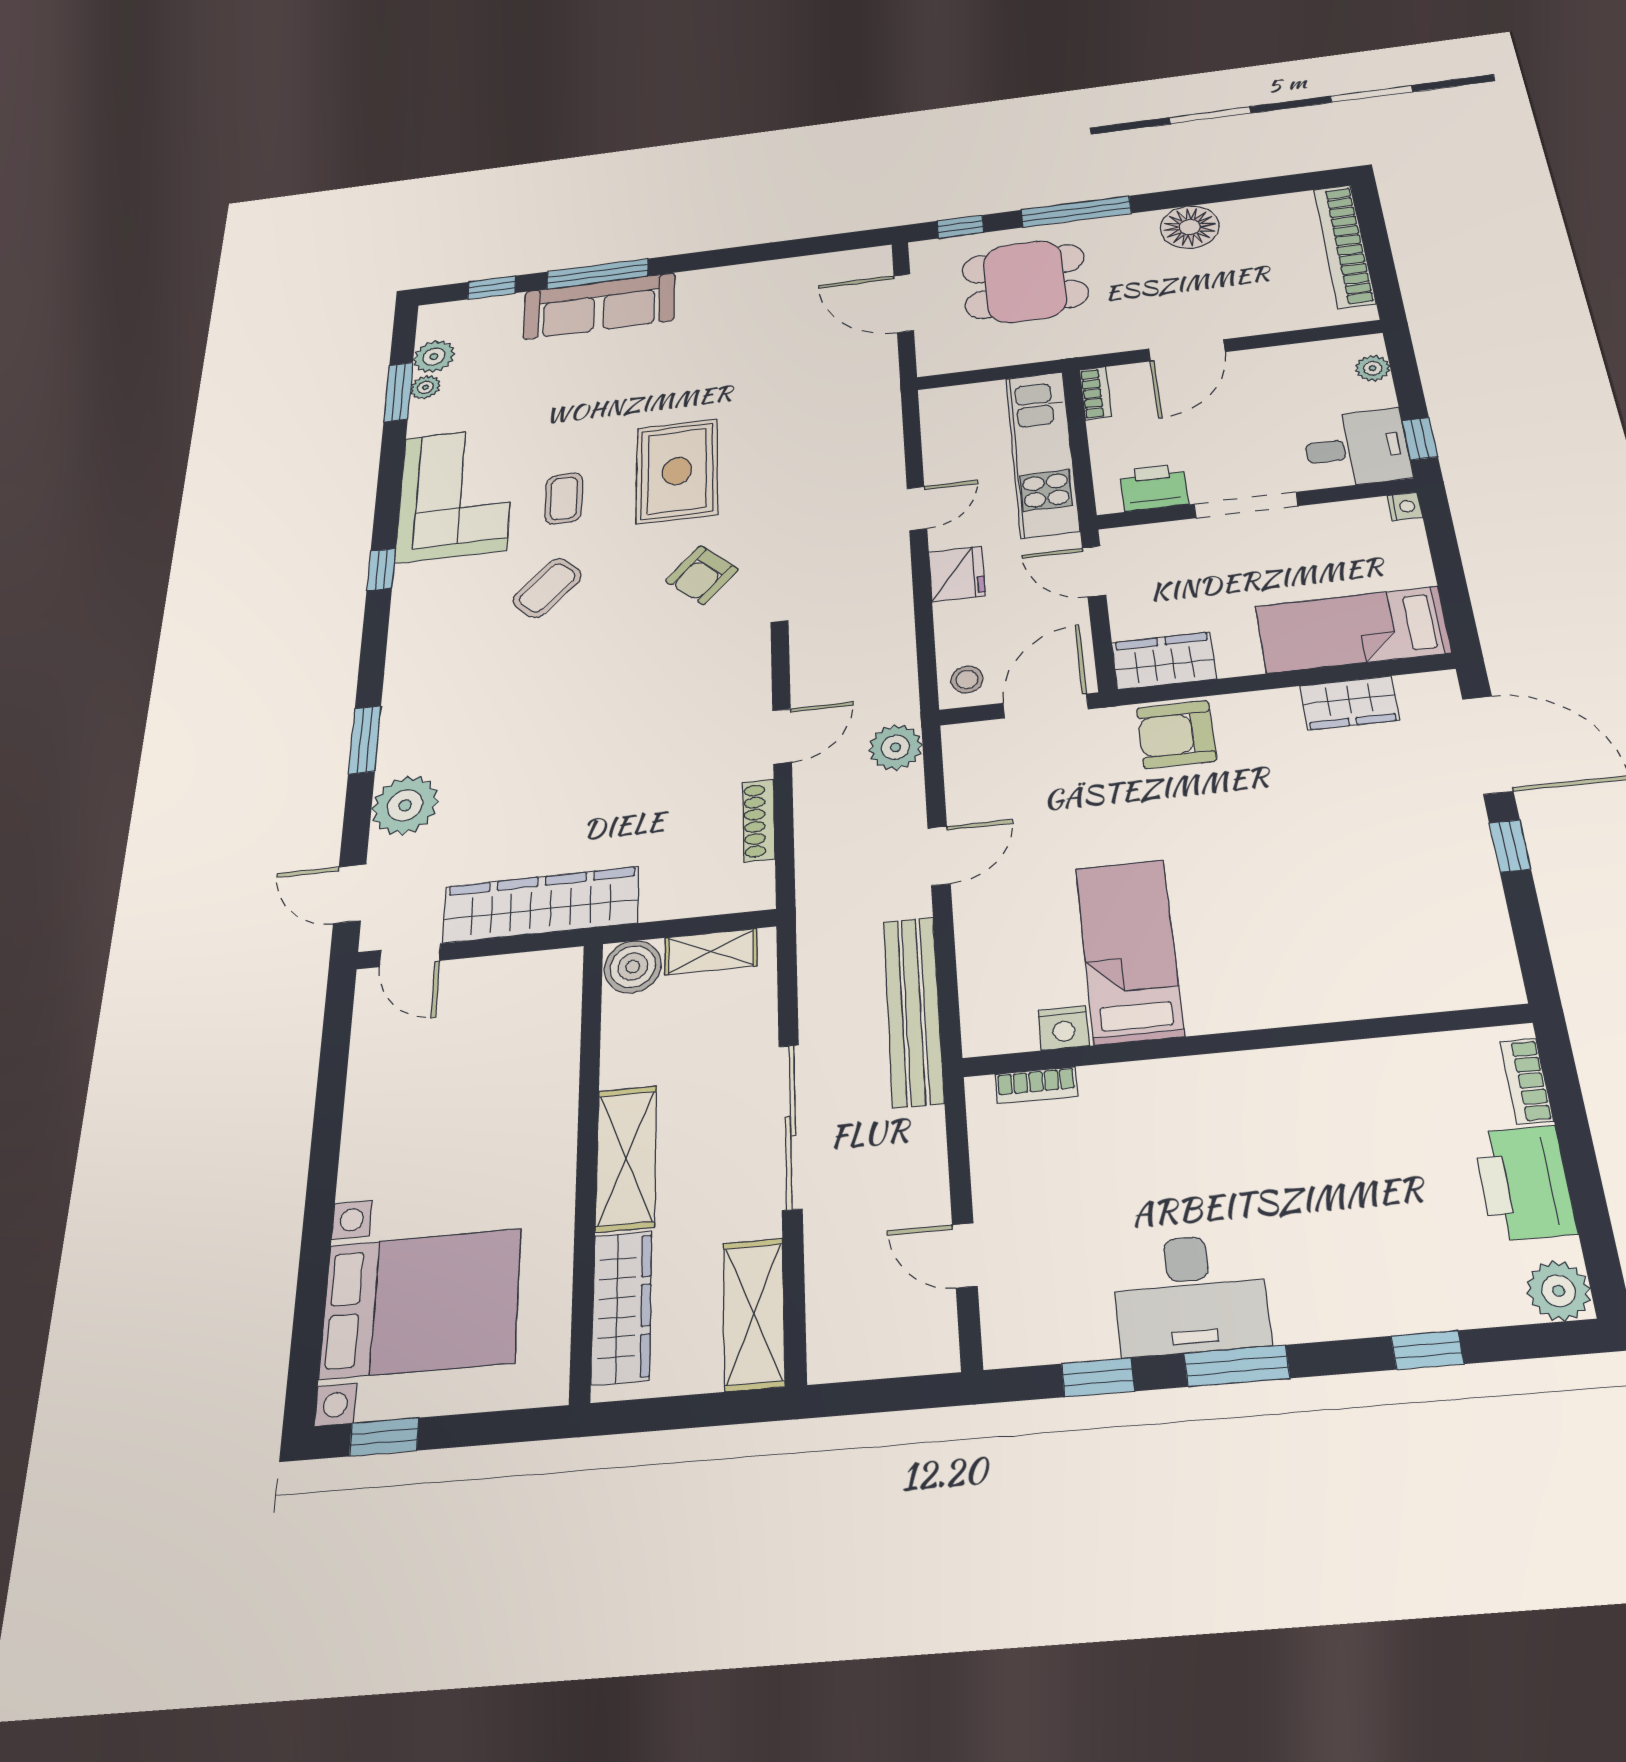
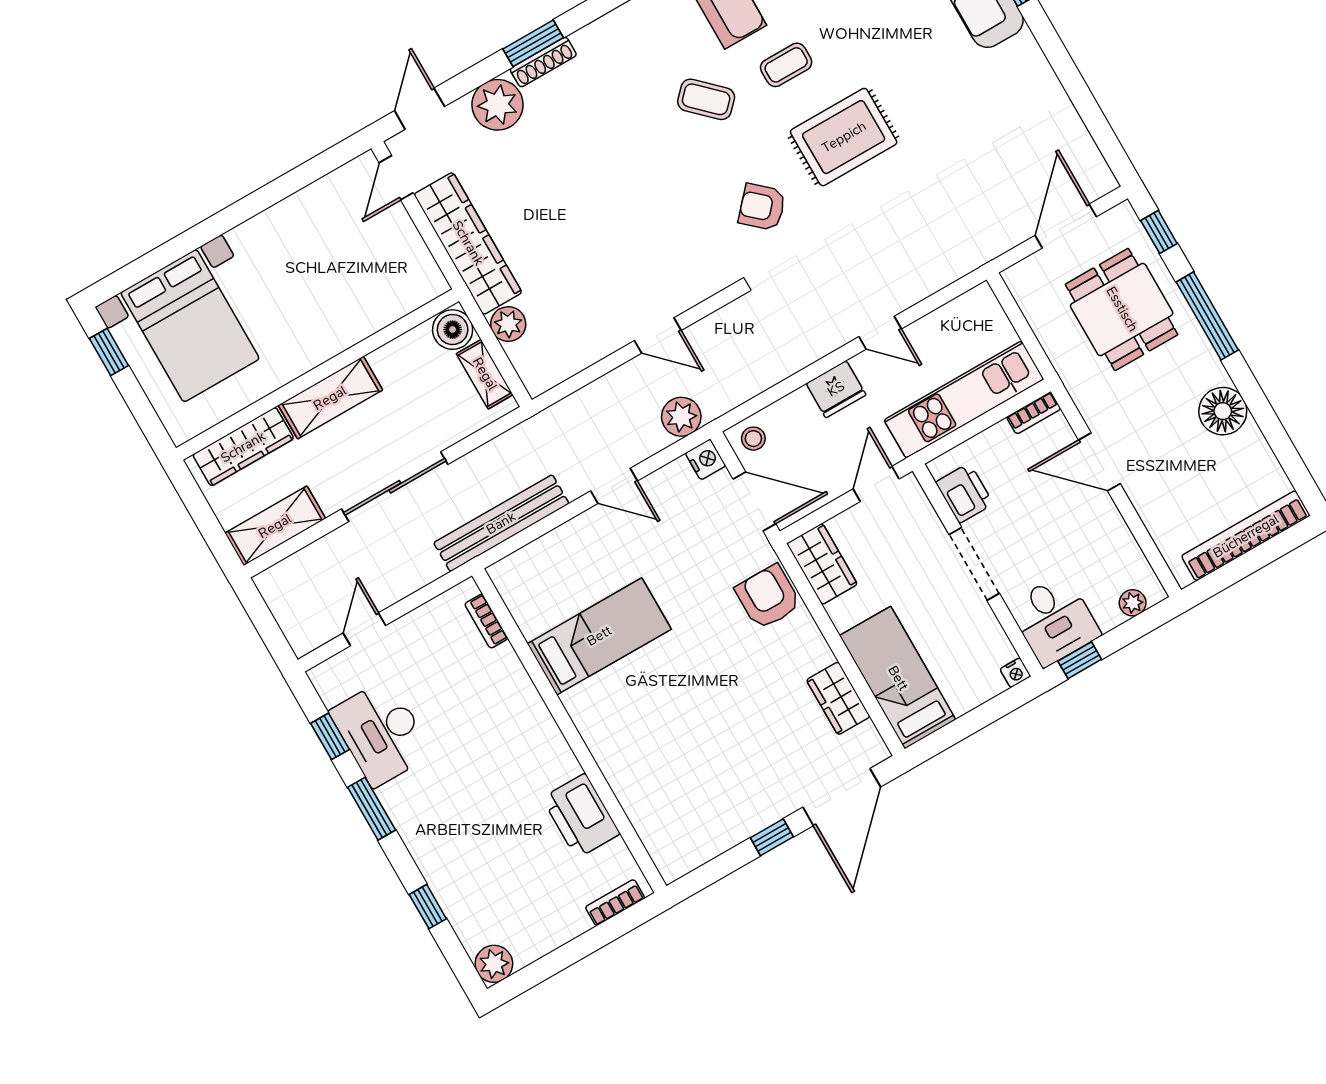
shoe rack: (759, 820) -> (543, 62), moved, turned 180
plant: (666, 898) -> (508, 324), added
nightstand: (1064, 1028) -> (706, 459), moved, turned 180
printer: (1524, 1183) -> (581, 816), moved, turned -90
desk: (1190, 1294) -> (381, 733), moved

